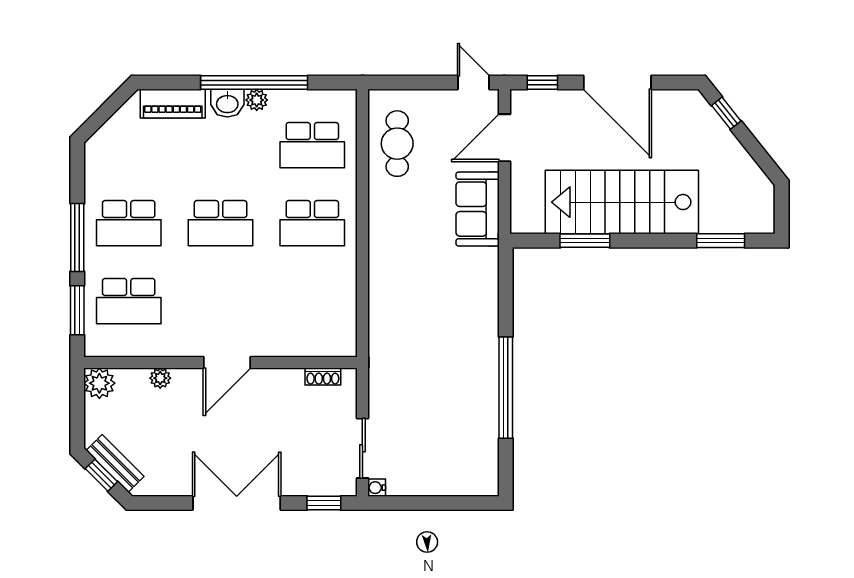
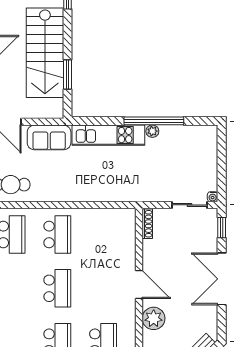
kitchen unit: (482, 310) -> (108, 135), added
shoe rack: (323, 376) -> (147, 224), width x1.43
plant: (160, 378) -> (154, 318), width x1.88, depth x1.88
plant: (488, 385) -> (152, 131), added

